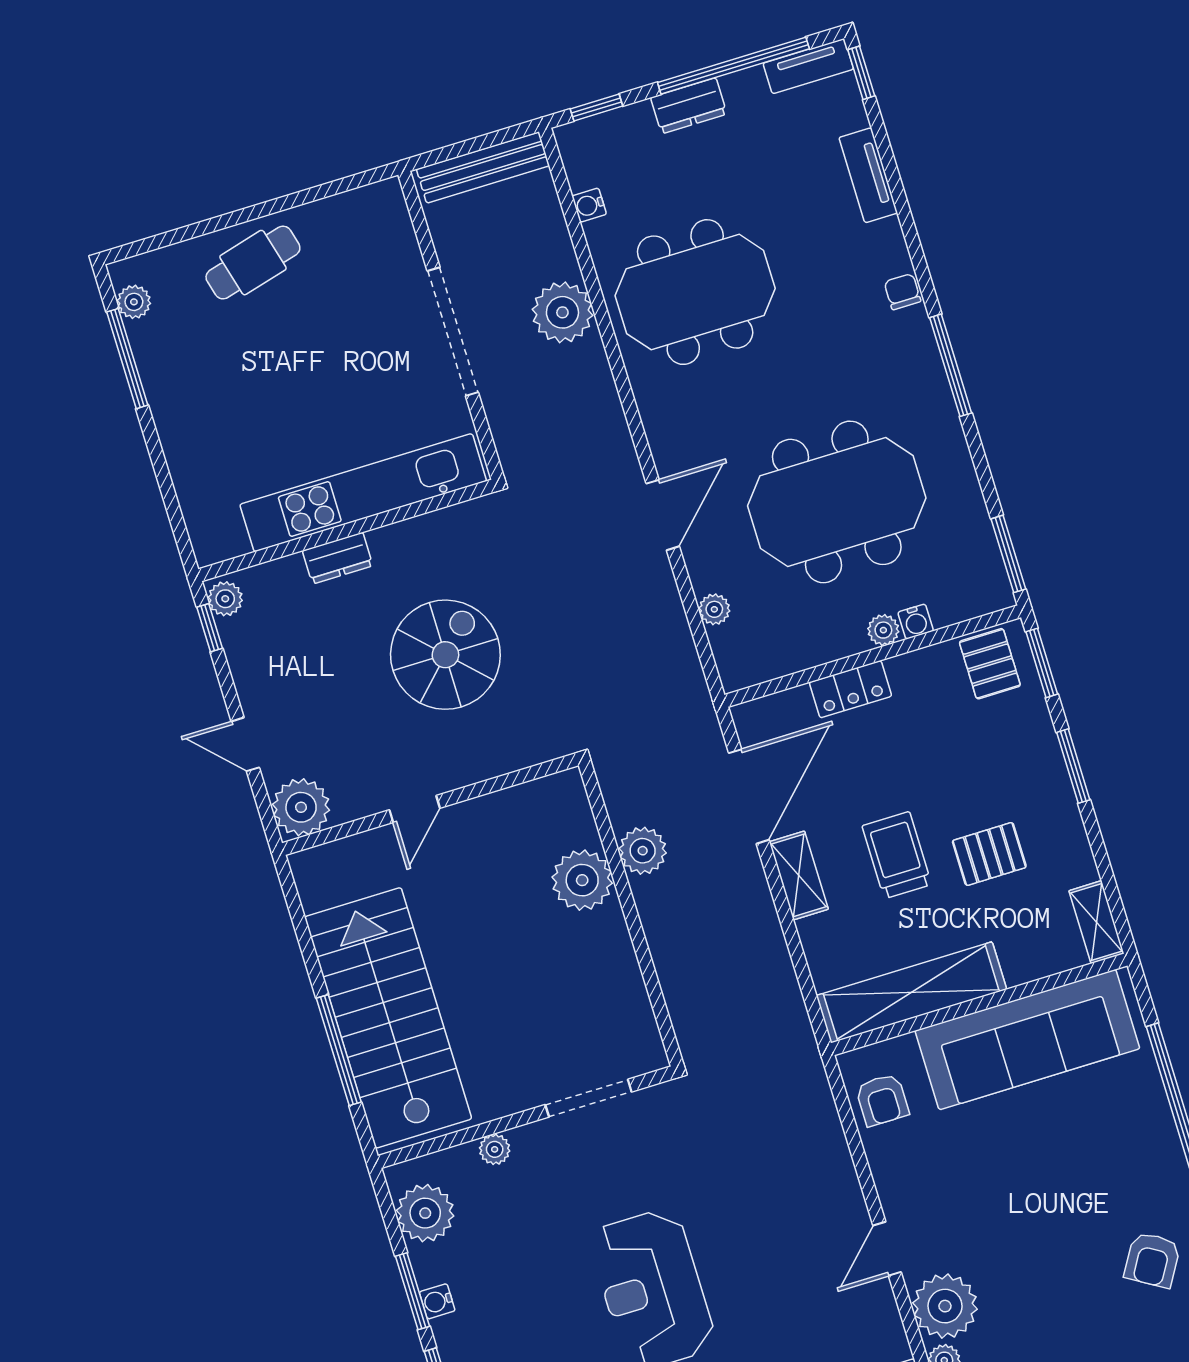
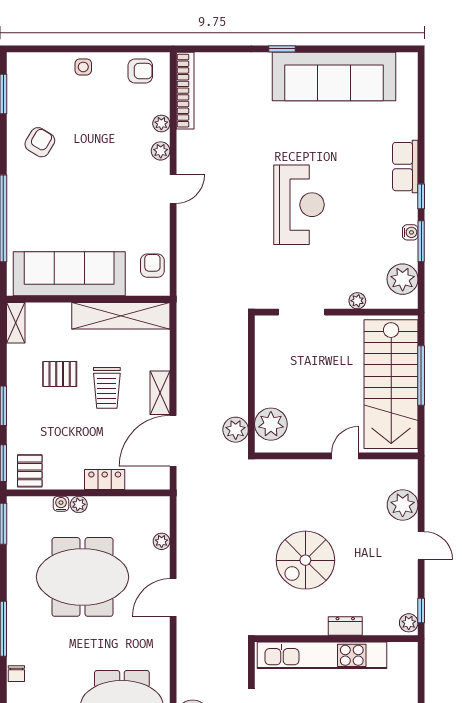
wall: (430, 804) -> (336, 456), moved
door: (415, 809) -> (345, 456), moved
plant: (945, 1306) -> (161, 151), width x0.53, depth x0.53

